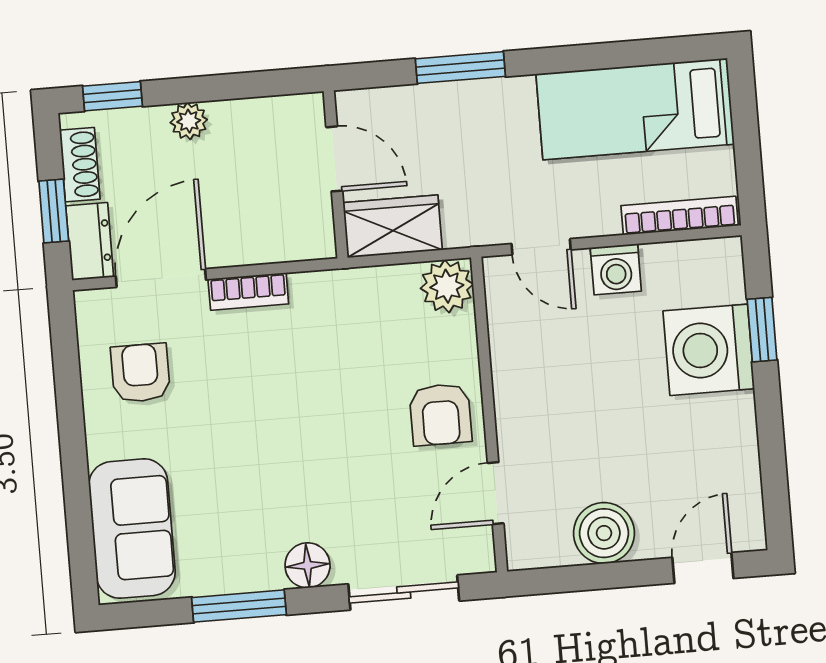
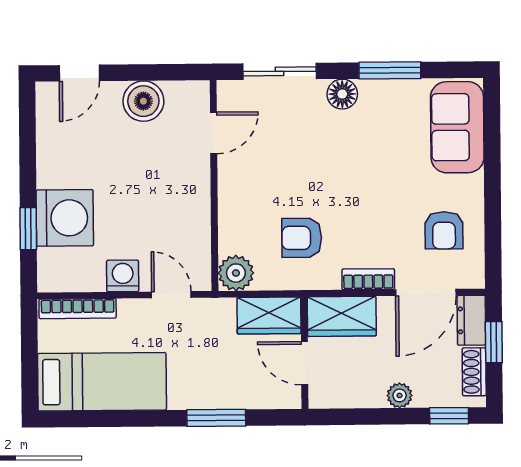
wardrobe: (284, 233) -> (342, 316), added
armchair: (441, 415) -> (302, 238), moved, turned -90

